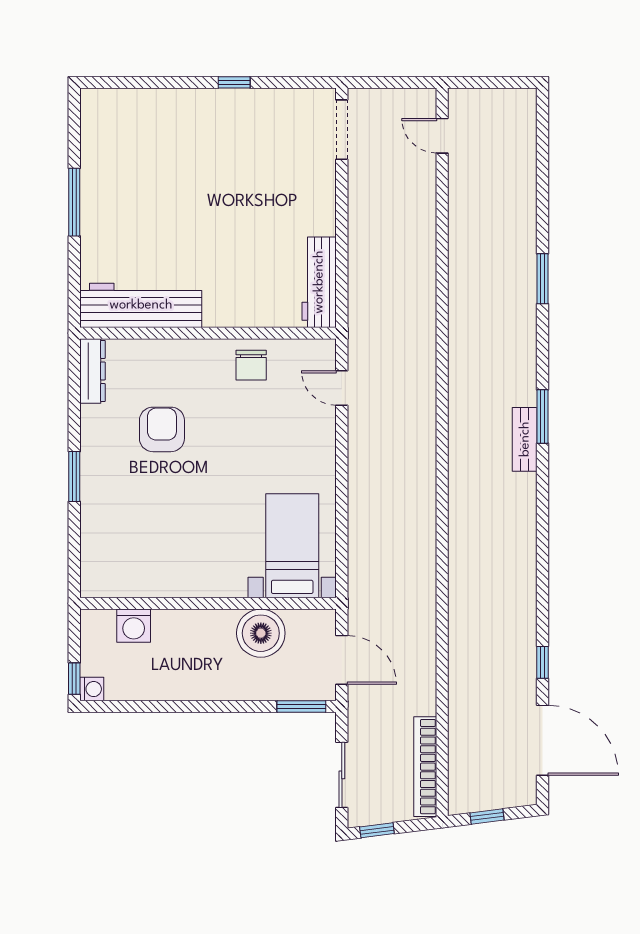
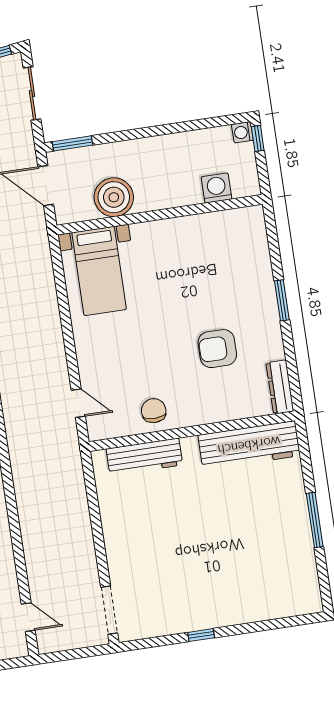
workbench: (319, 282) -> (144, 457), moved, turned 90
armchair: (162, 429) -> (217, 349), turned 90

